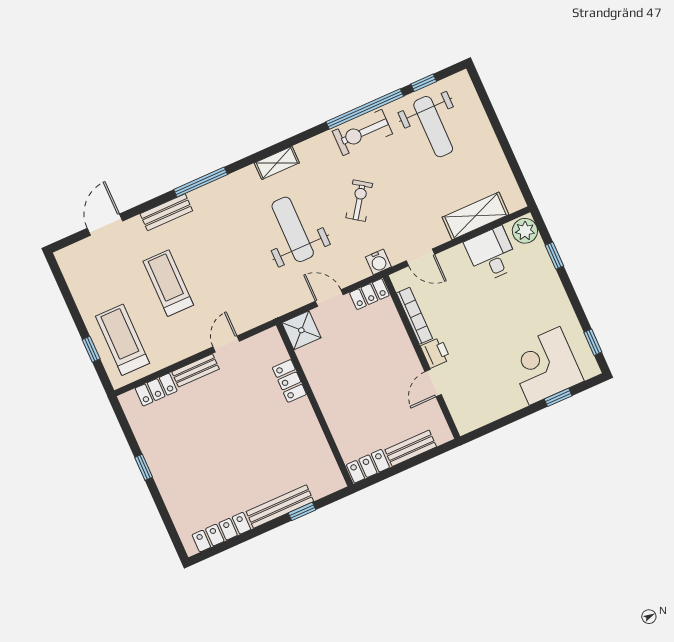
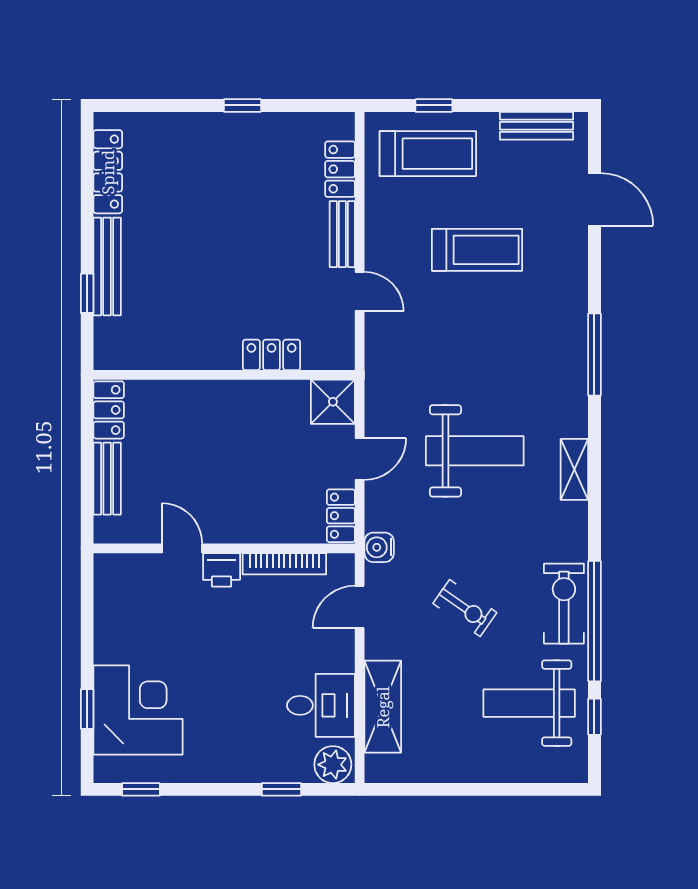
exercise bike: (359, 201) -> (465, 608), moved
bench: (166, 212) -> (537, 126), moved, turned 90

